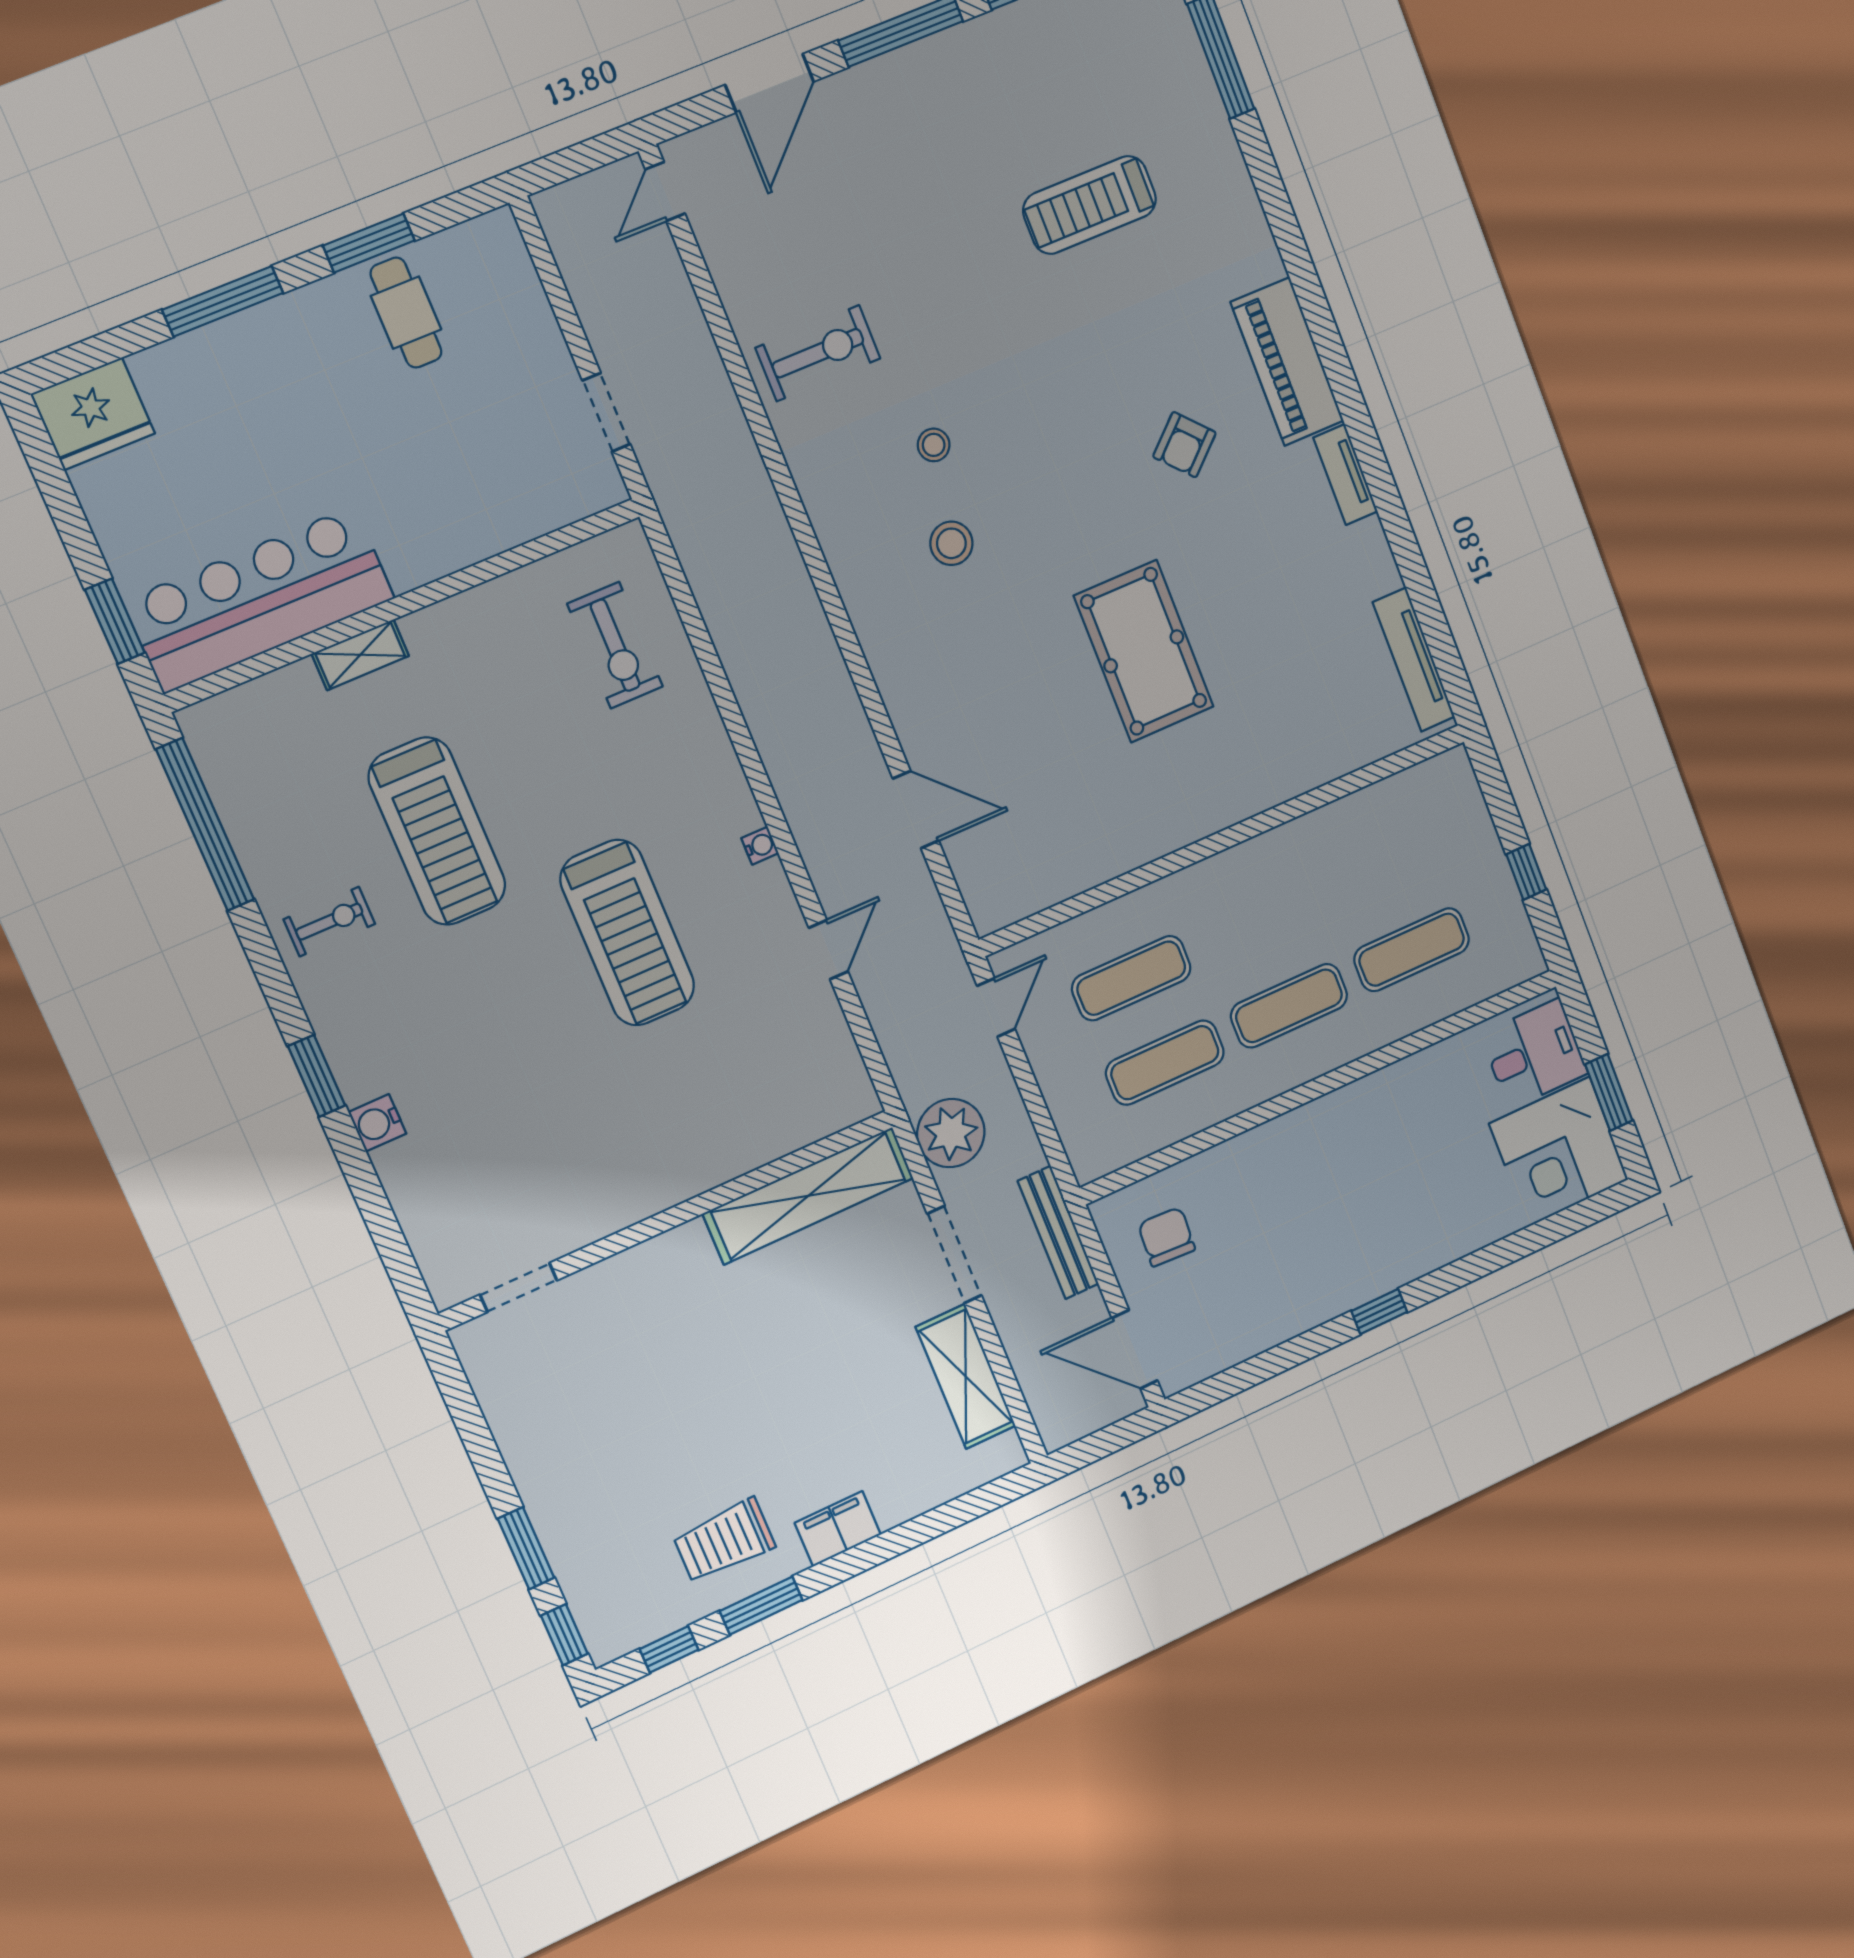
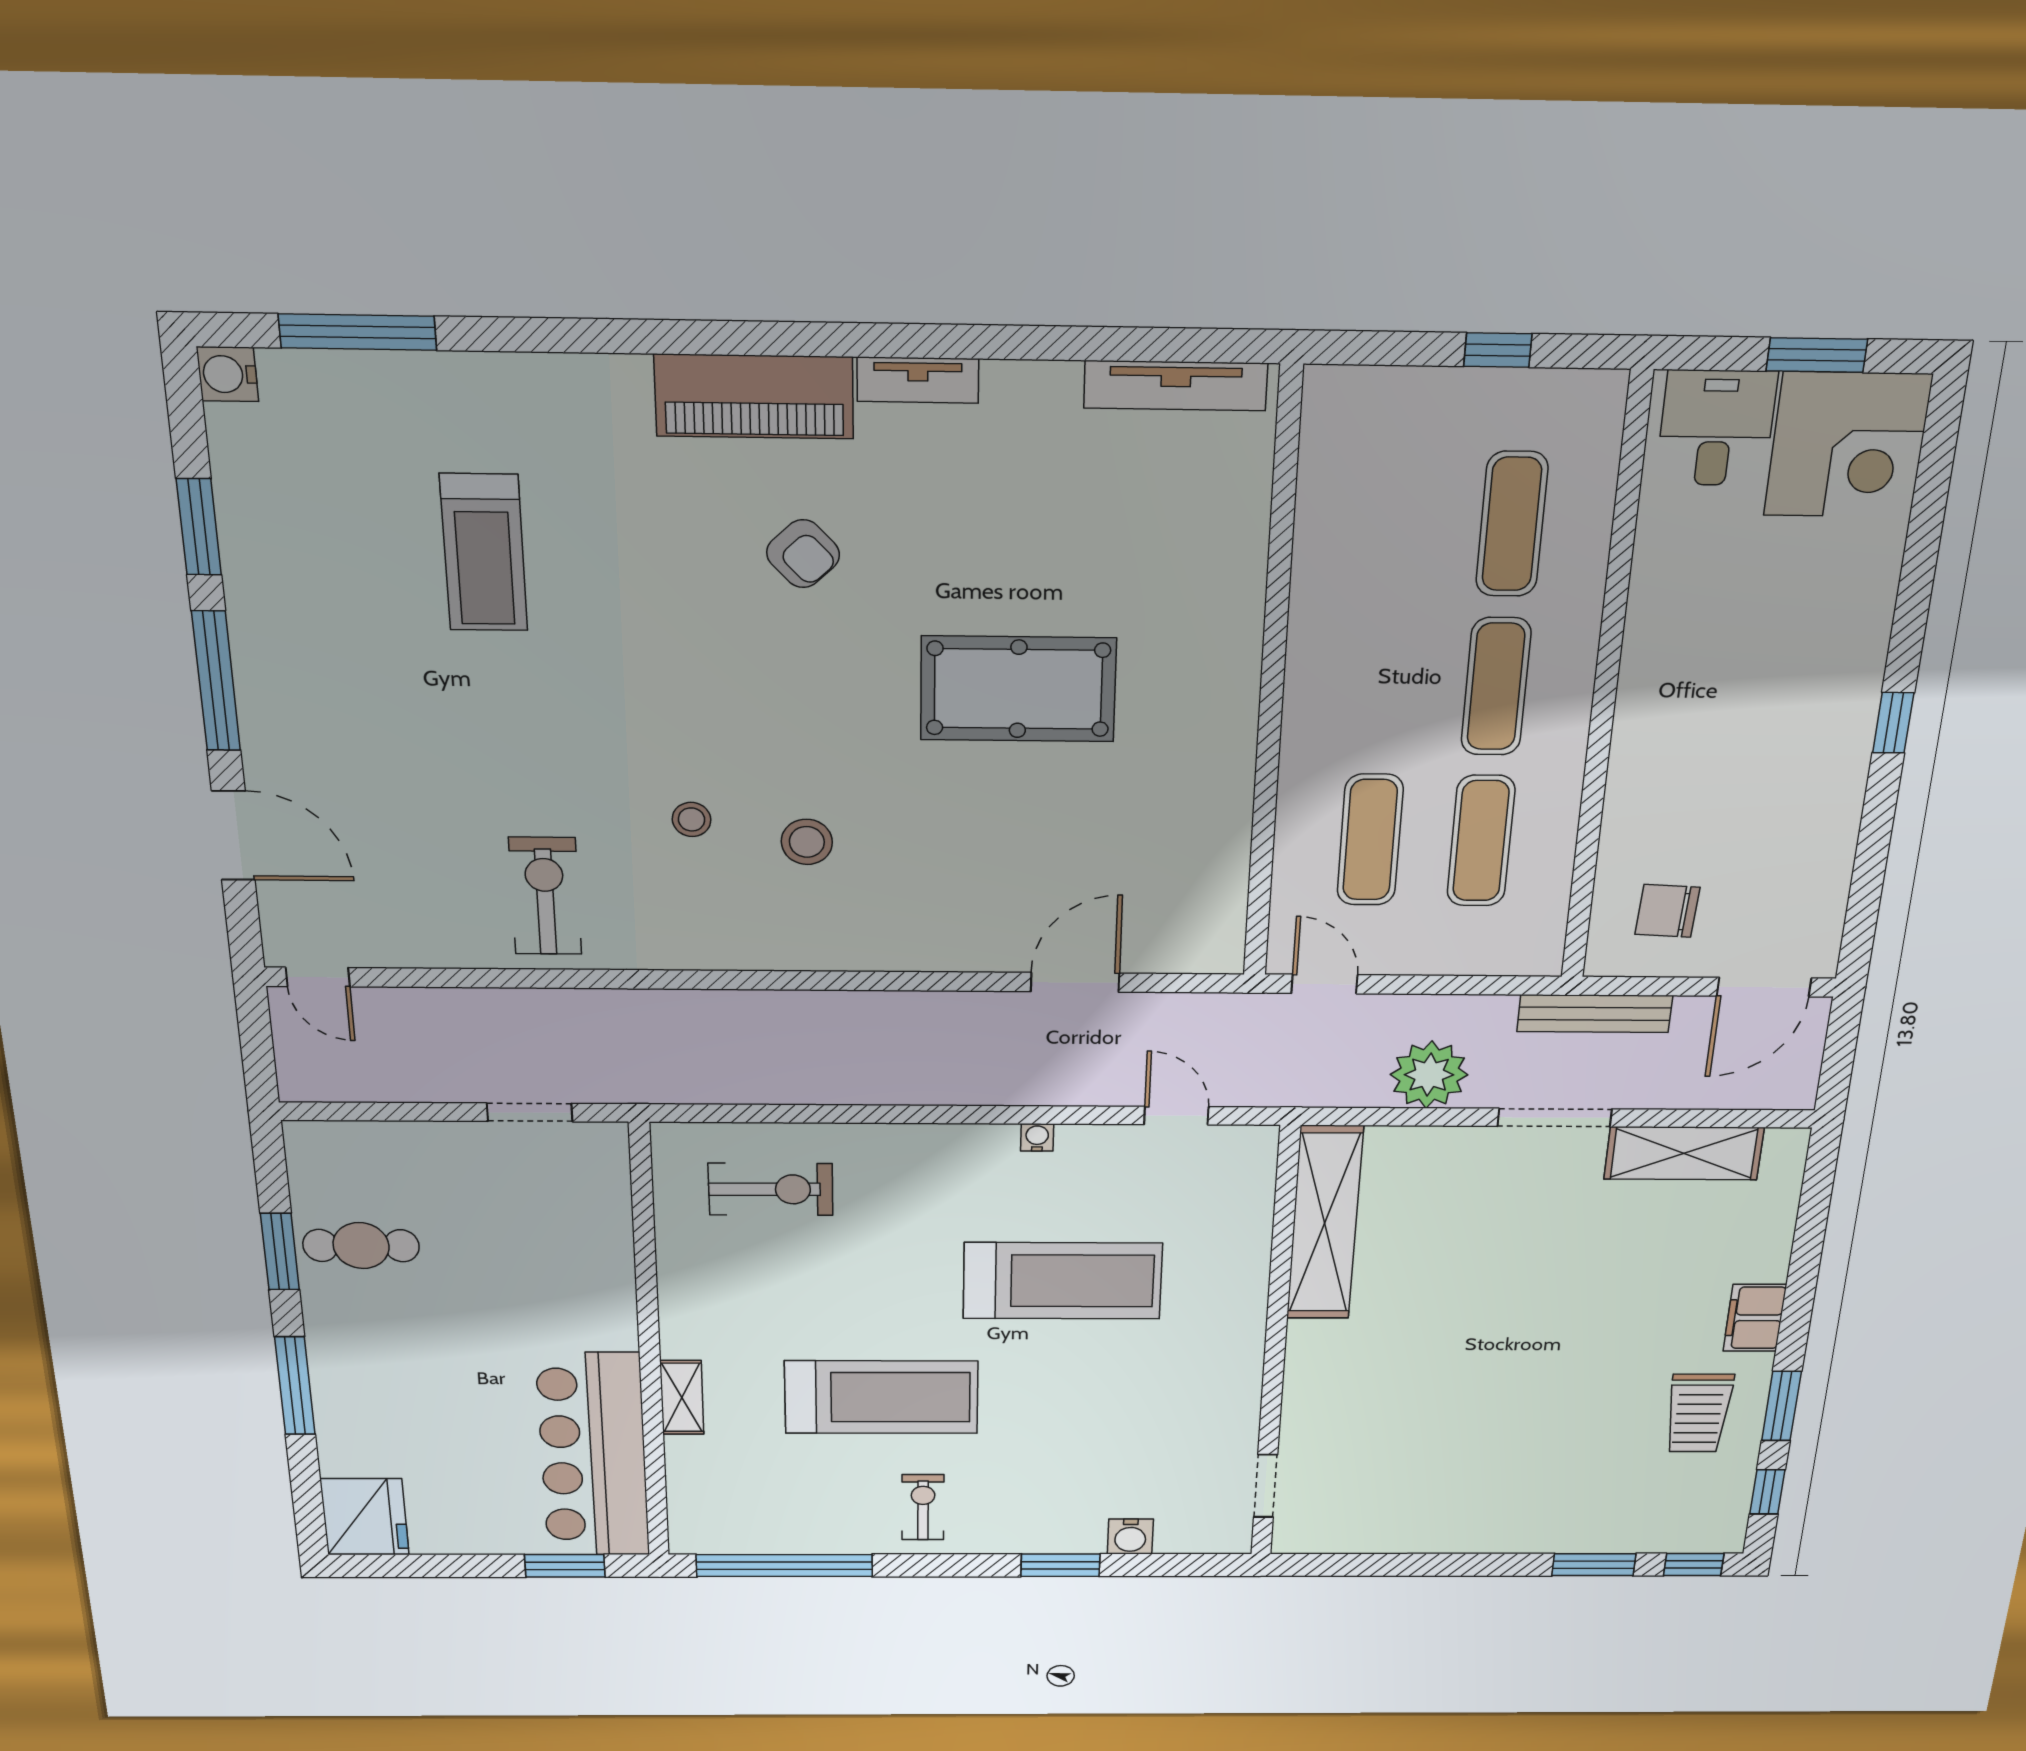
shelving: (808, 1196) -> (1325, 1223), moved
wall: (668, 1220) -> (1275, 1348), moved
doorway: (518, 1287) -> (1266, 1486), moved

